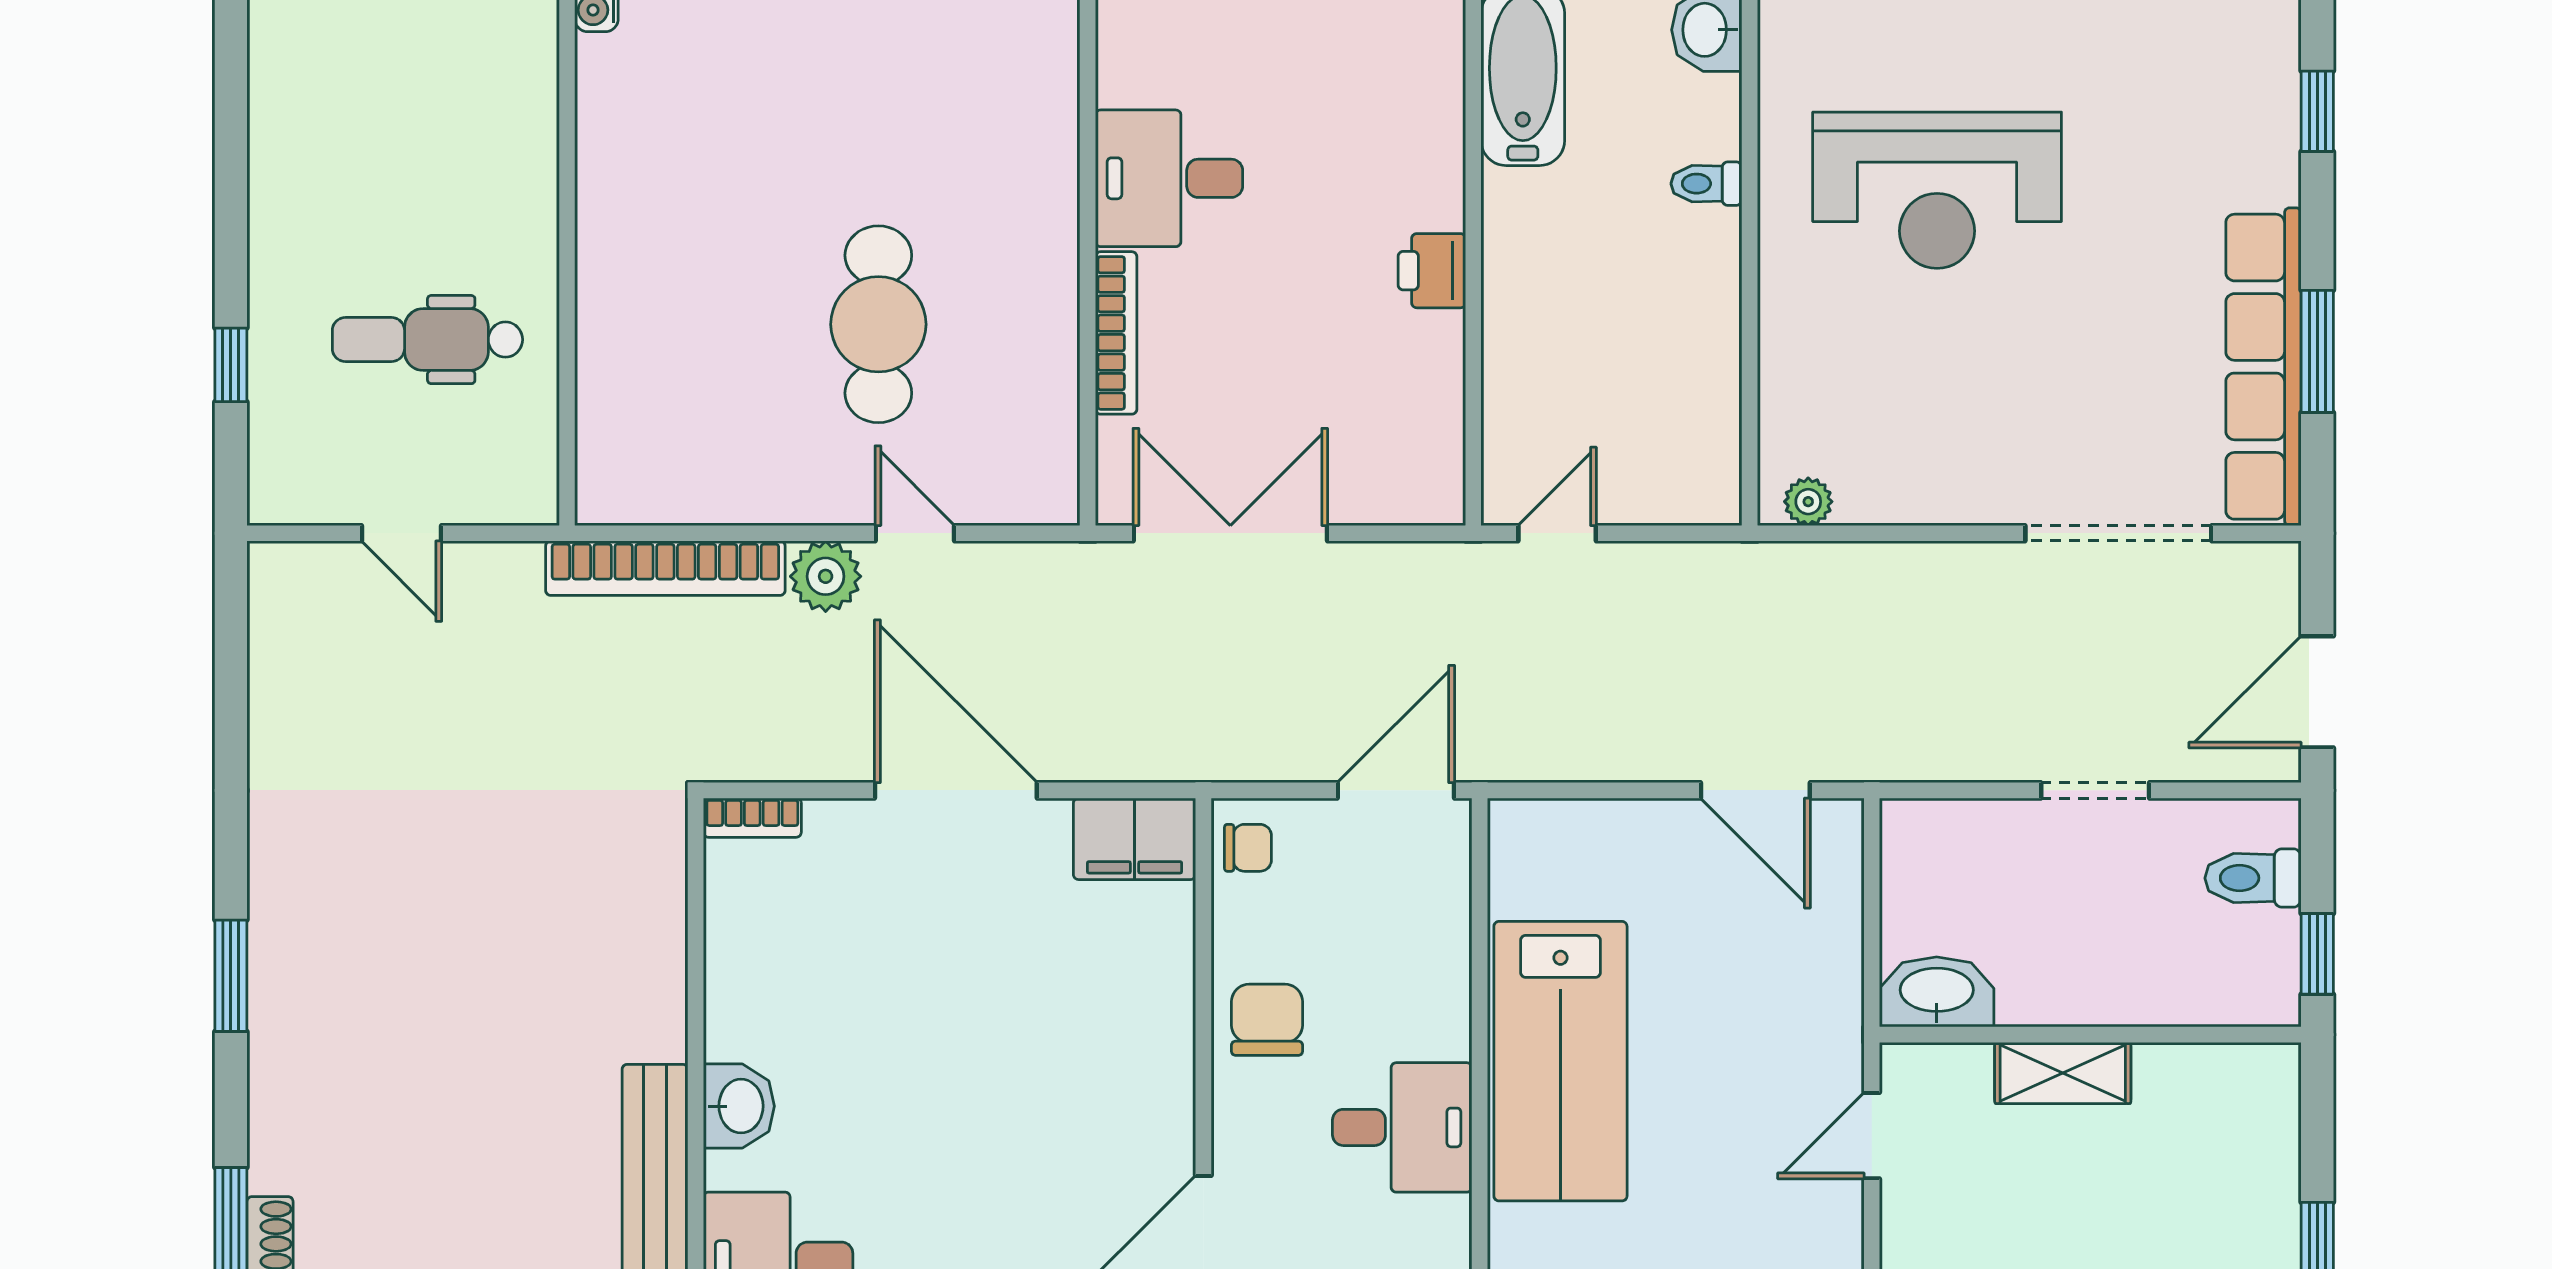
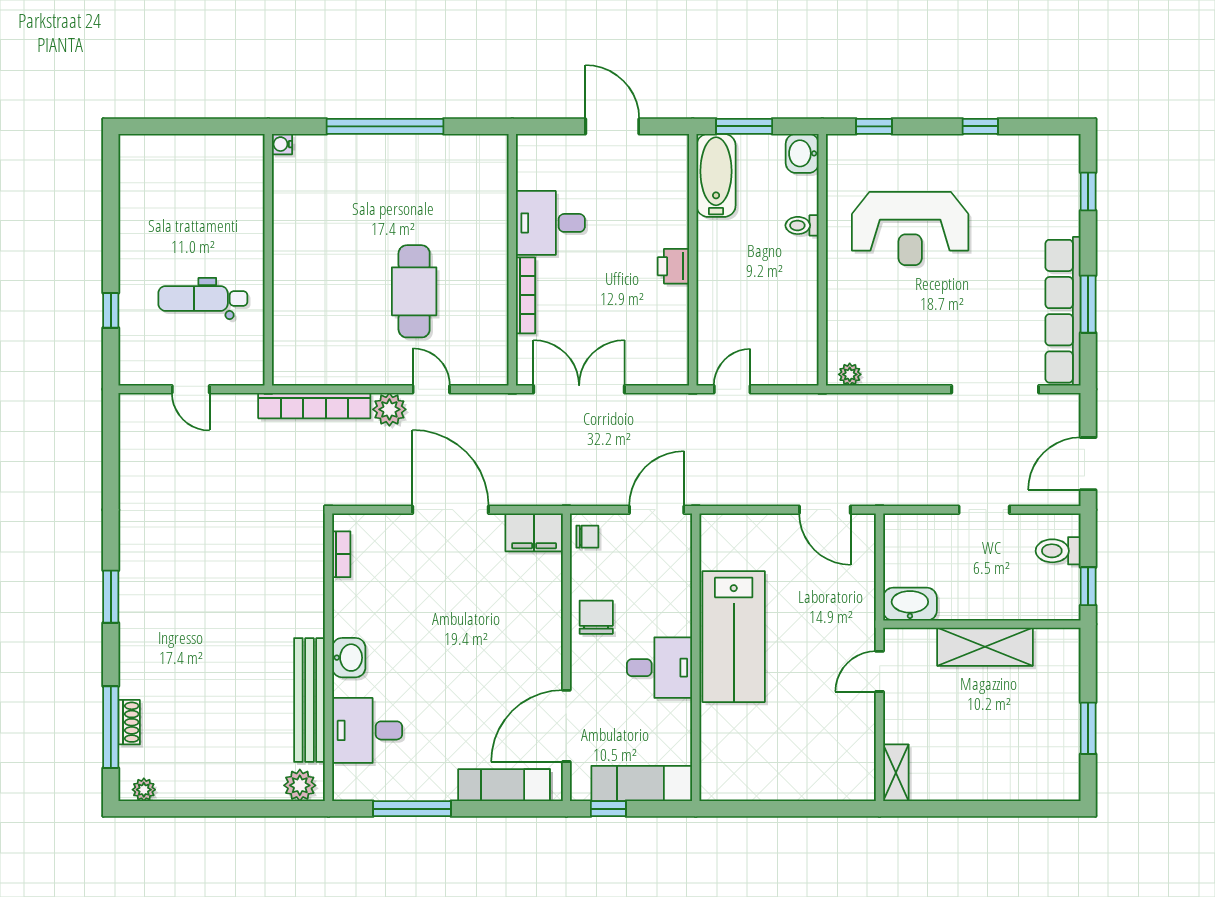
bookcase: (752, 818) -> (341, 554), moved, turned -90
shelving: (2063, 1073) -> (985, 647), width x1.50, depth x1.33

